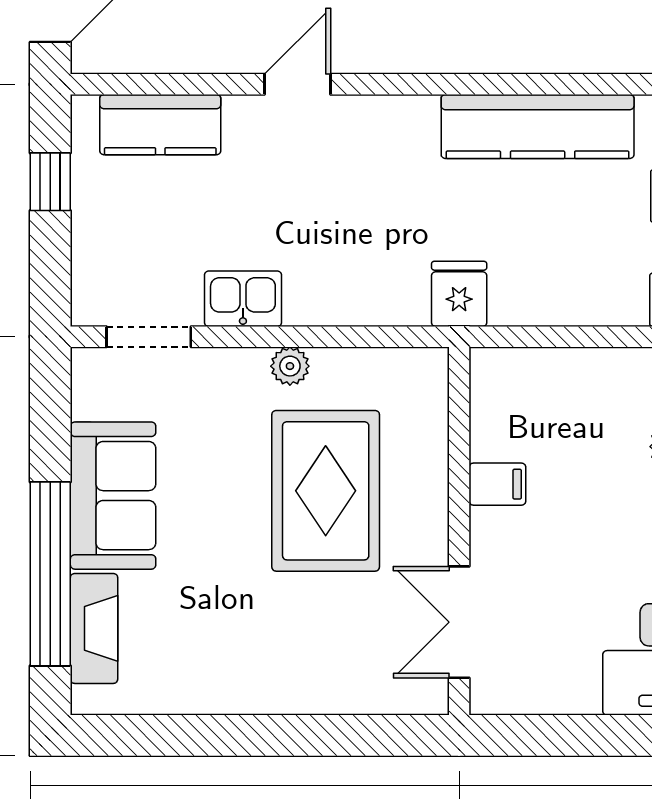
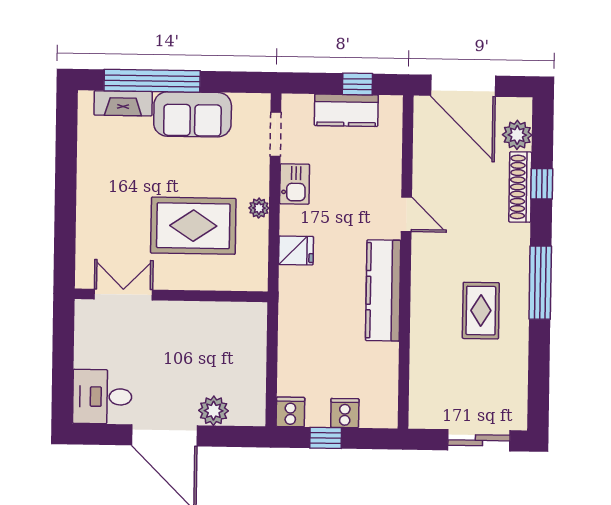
kitchen counter: (160, 125) -> (346, 110), moved, turned -90
kitchen counter: (538, 127) -> (383, 290), moved
fridge: (459, 294) -> (296, 250), moved
filing cabinet: (497, 484) -> (195, 316), removed

